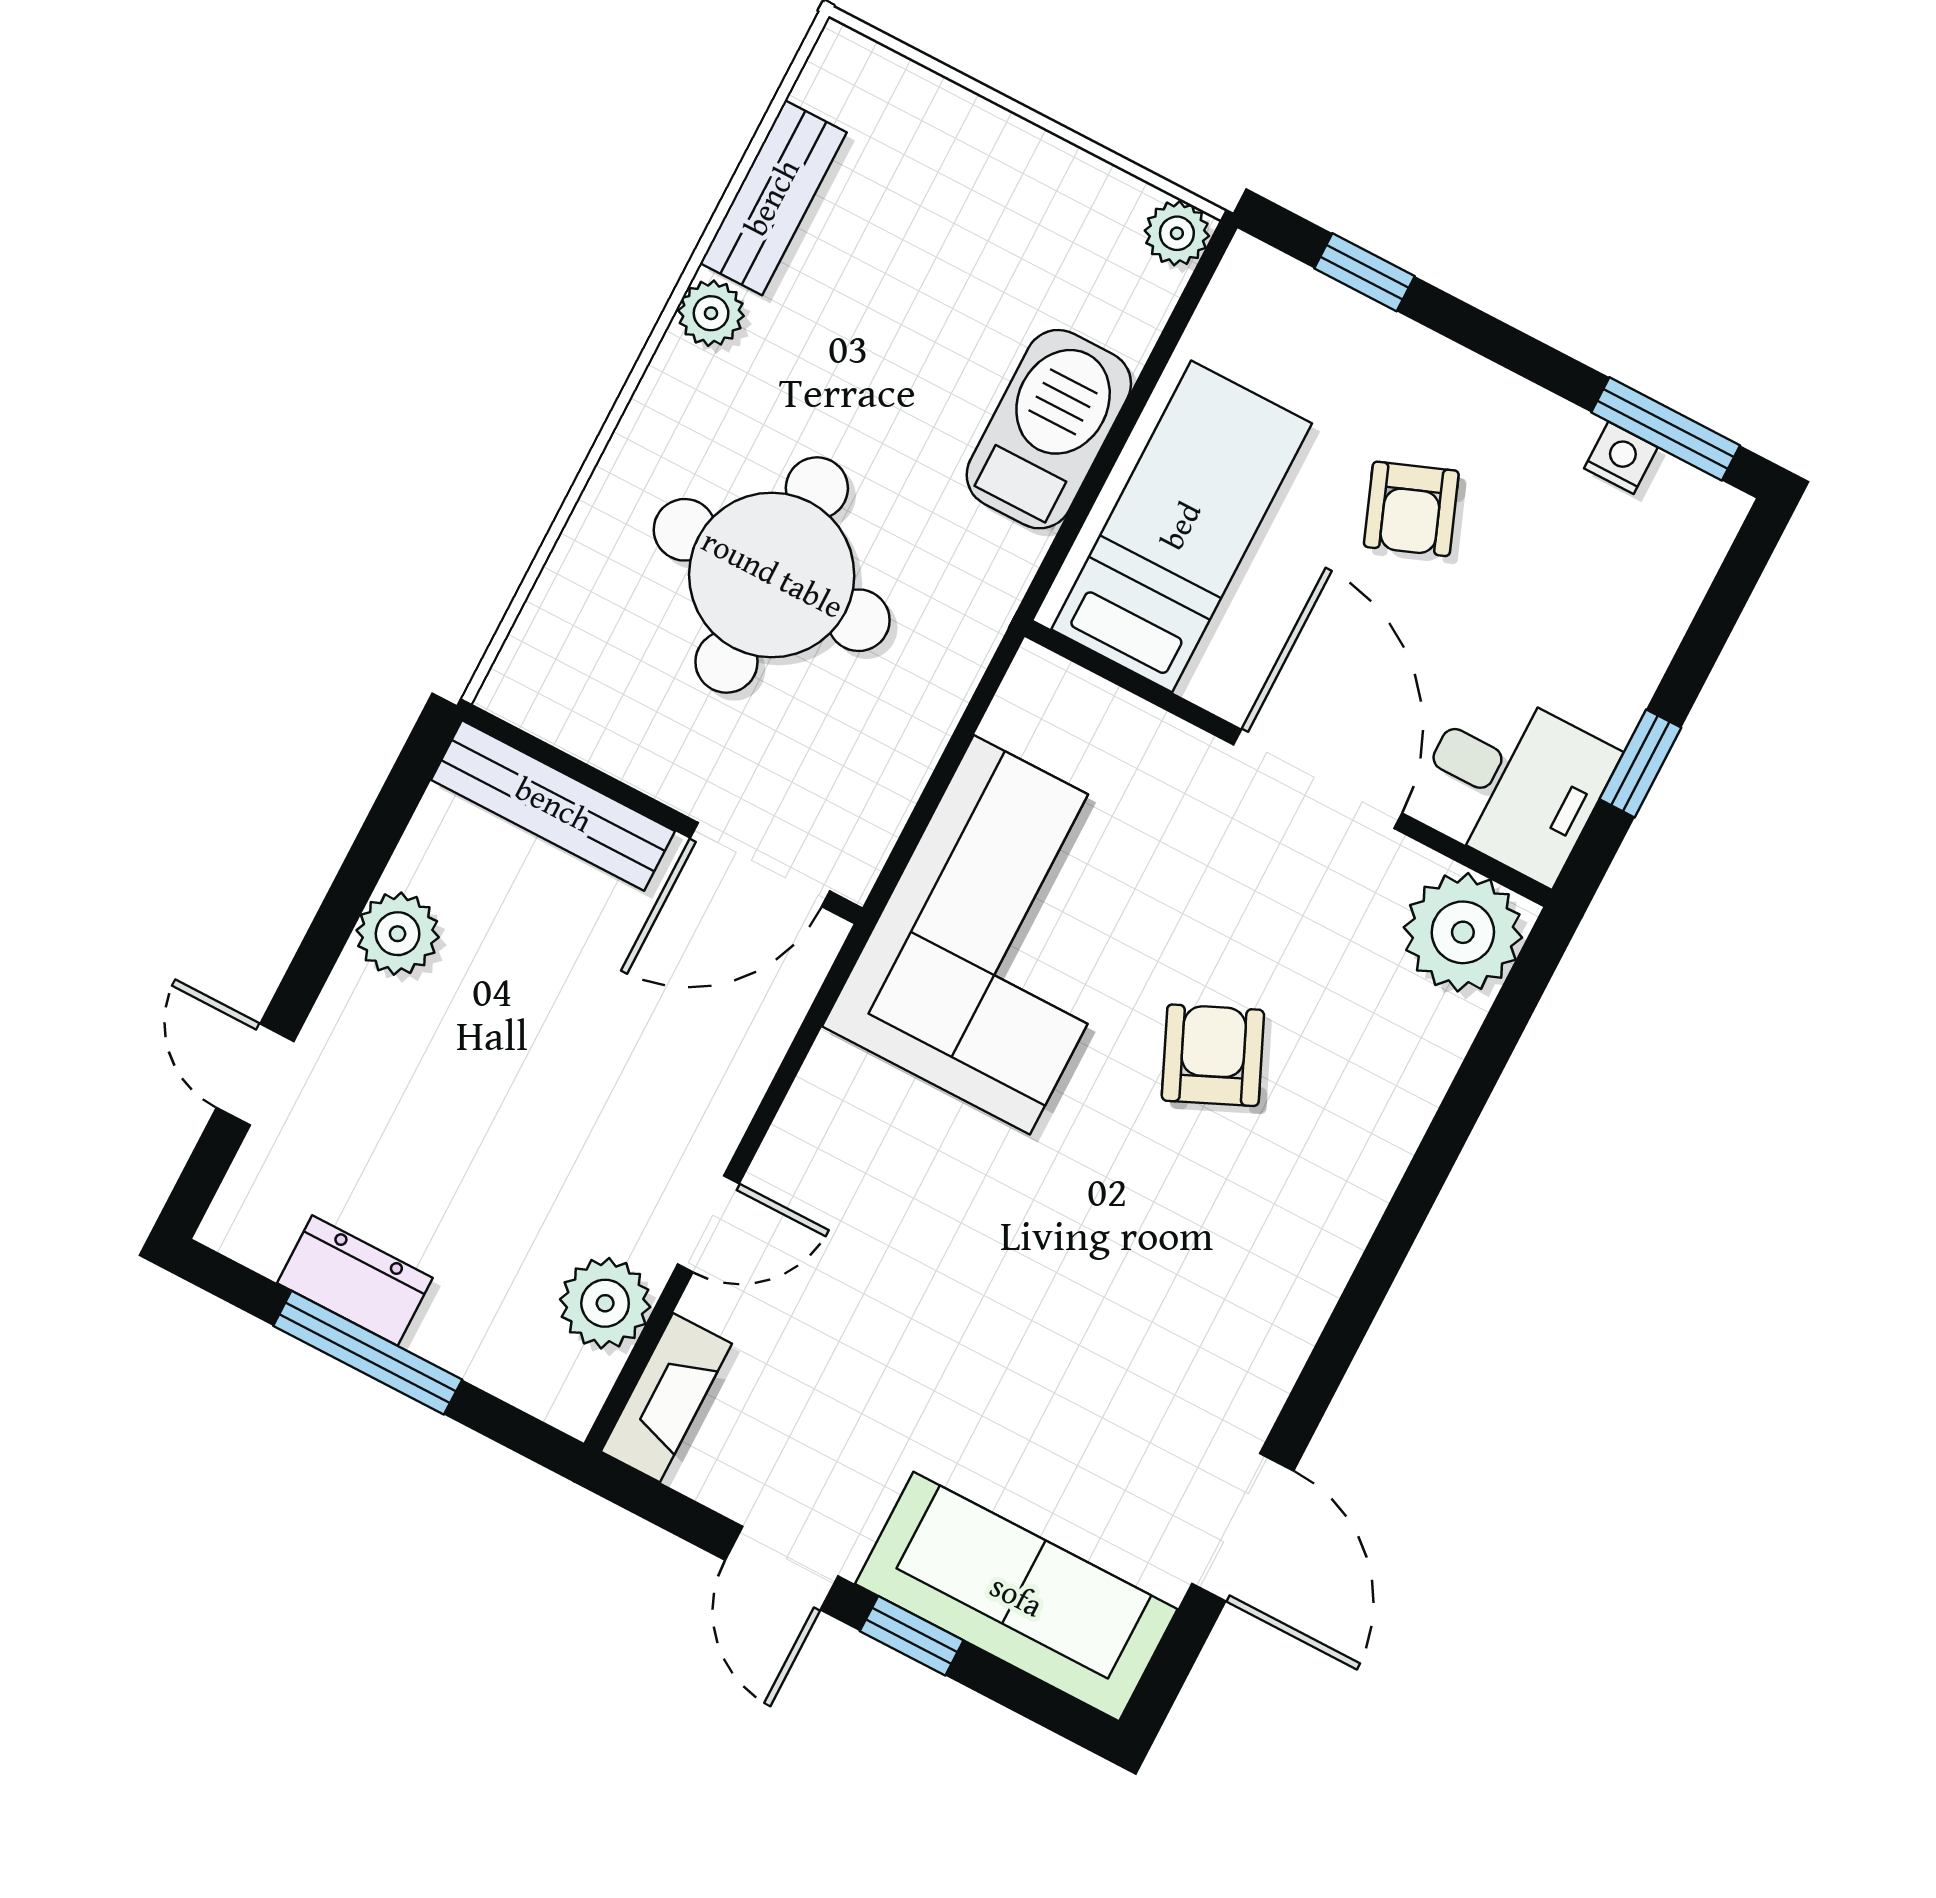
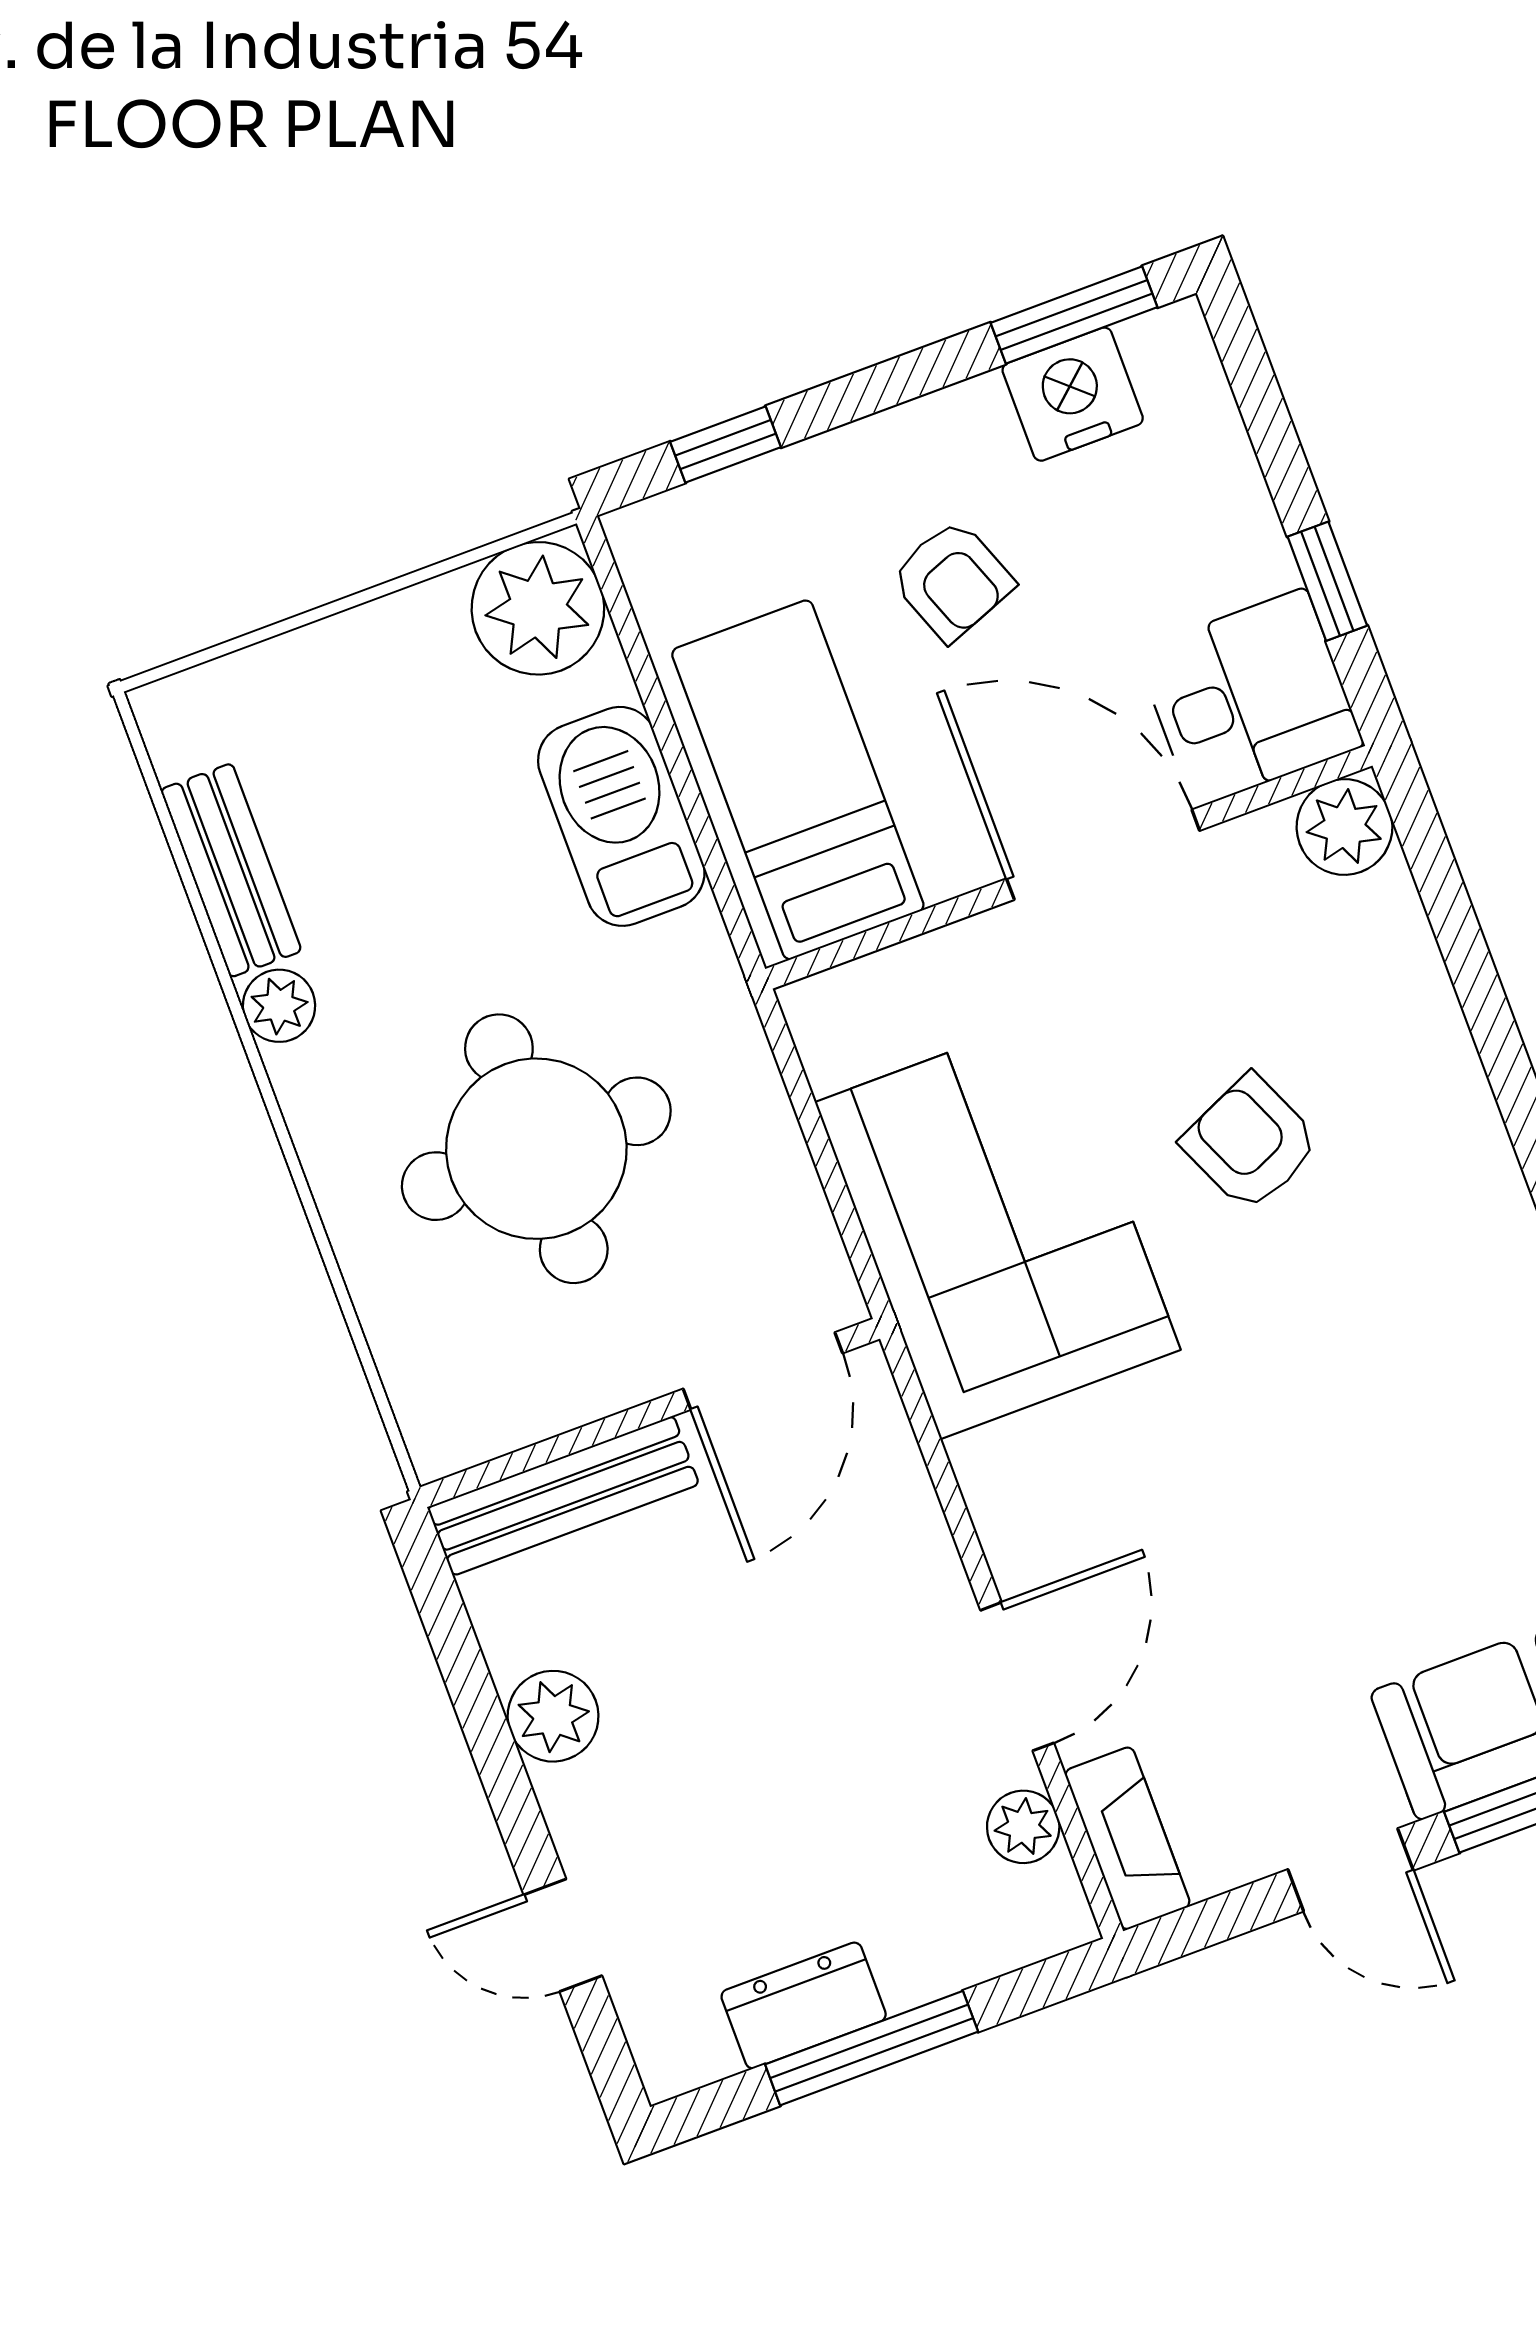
plant: (1177, 233) -> (538, 608), width x1.88, depth x1.88
nightstand: (1621, 458) -> (1073, 394), width x1.89, depth x1.79
plant: (1463, 932) -> (1344, 827), width x0.73, depth x0.73
door: (708, 1224) -> (1017, 1677), width x1.38
plant: (605, 1303) -> (1023, 1827), width x0.73, depth x0.73

